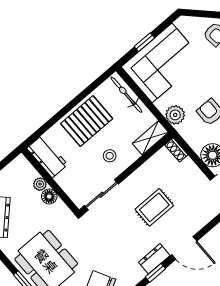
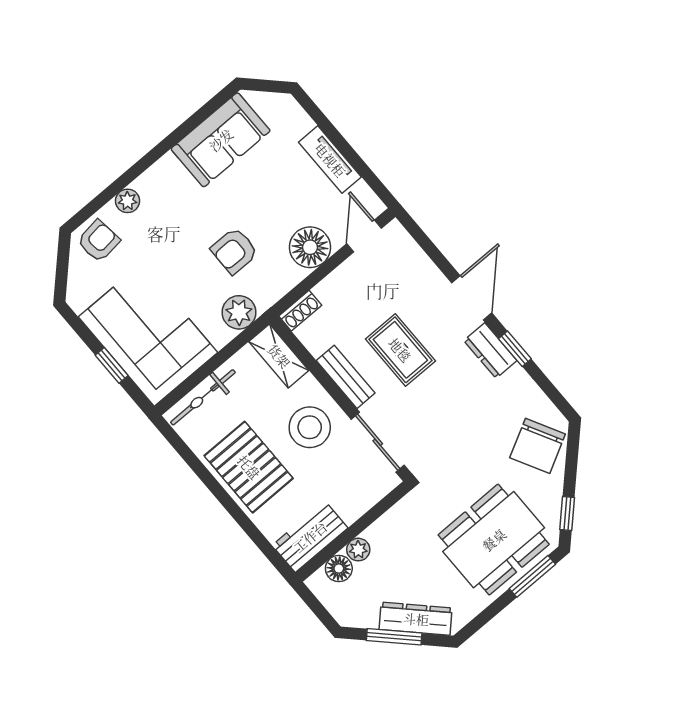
stool: (110, 156) -> (310, 427), width x1.89, depth x1.89
bench: (139, 176) -> (346, 377), added
floor lamp: (49, 196) -> (339, 568), moved

